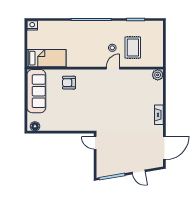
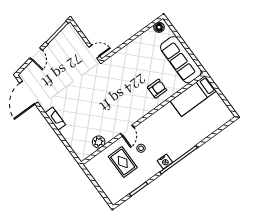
nightstand: (32, 25) -> (165, 162), moved
plant: (158, 75) -> (99, 142), moved
door: (139, 172) -> (36, 54), swing flipped

